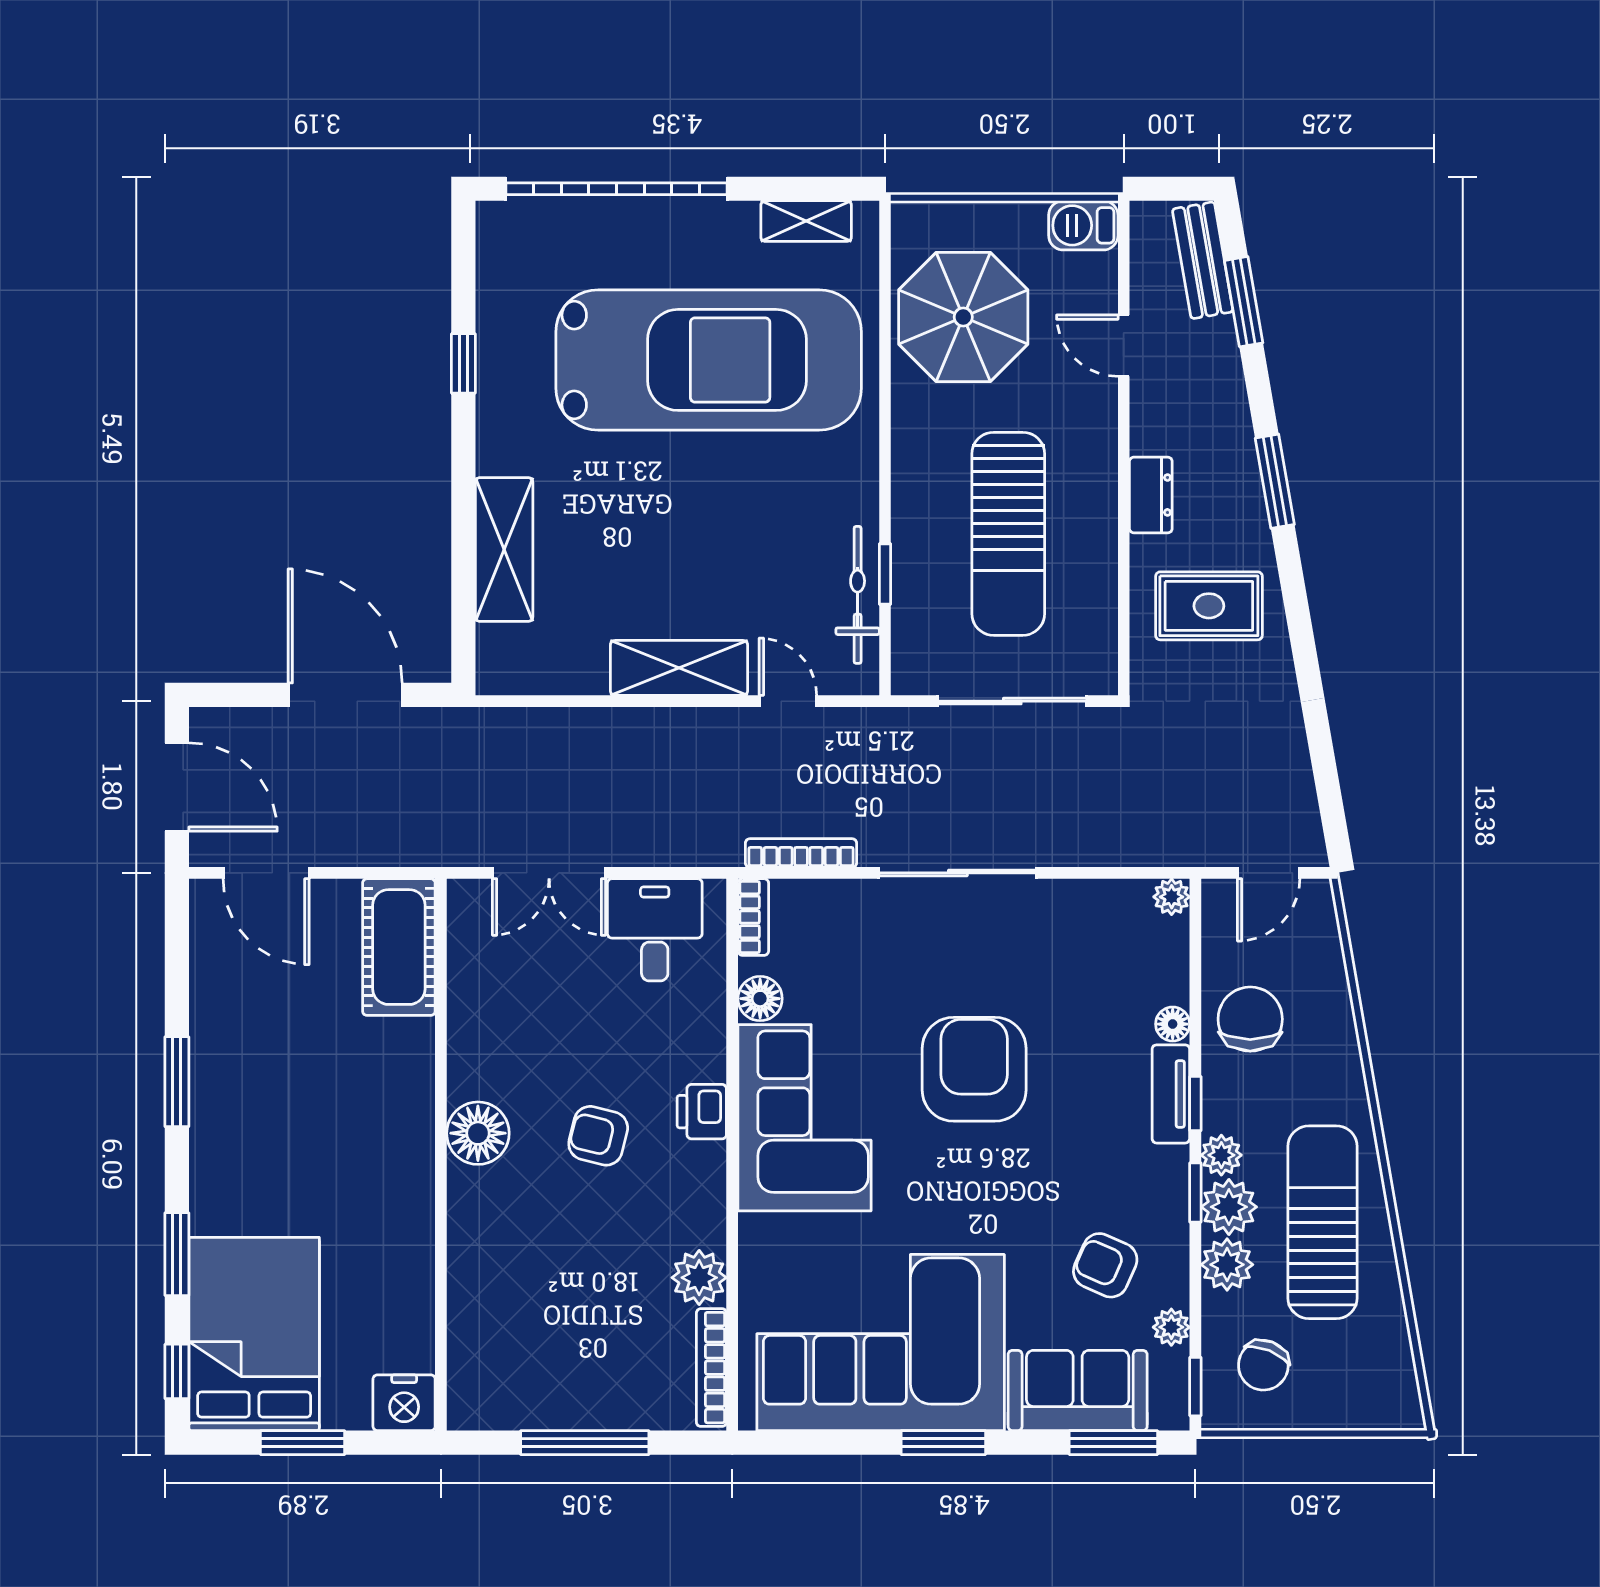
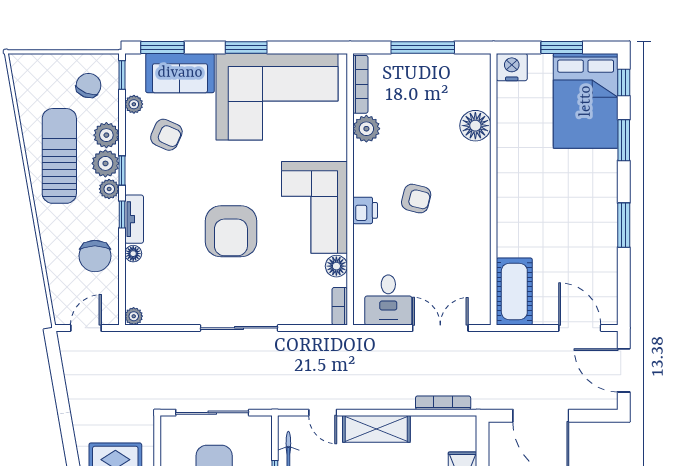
bookcase: (801, 853) -> (443, 403), moved, turned 180
floor lamp: (478, 1133) -> (475, 126), moved
sun lounger: (1323, 1222) -> (59, 156), turned 180

